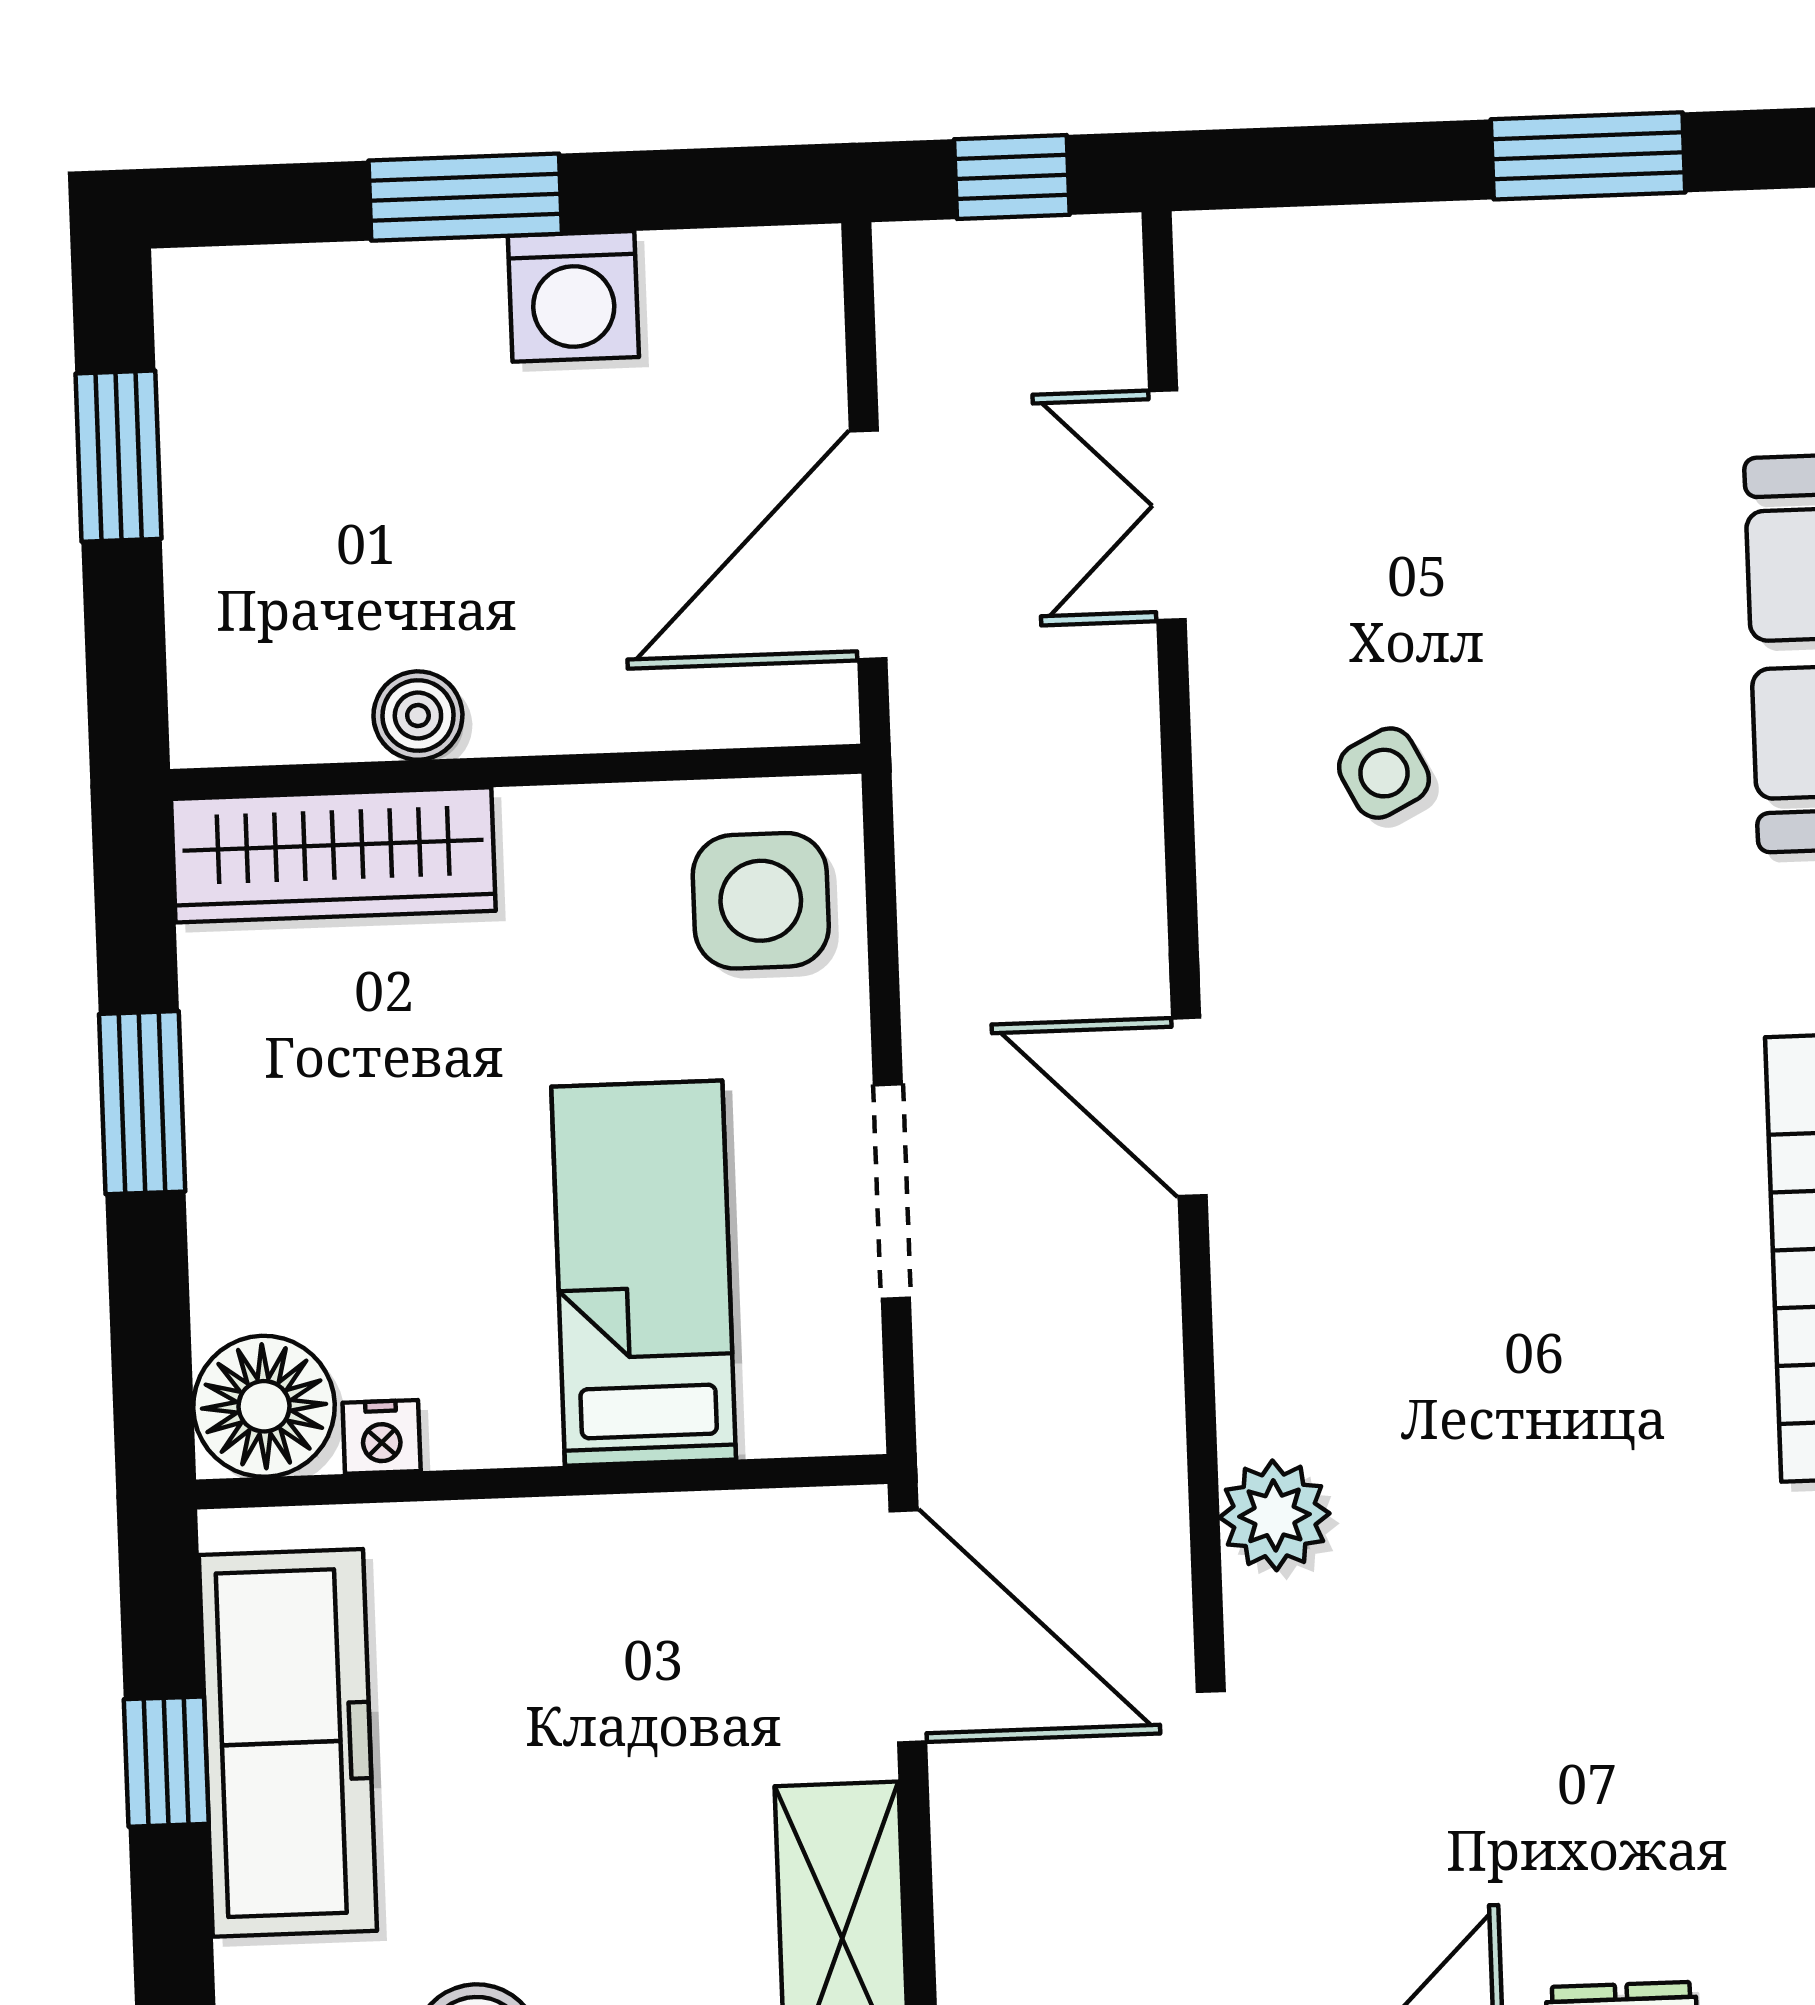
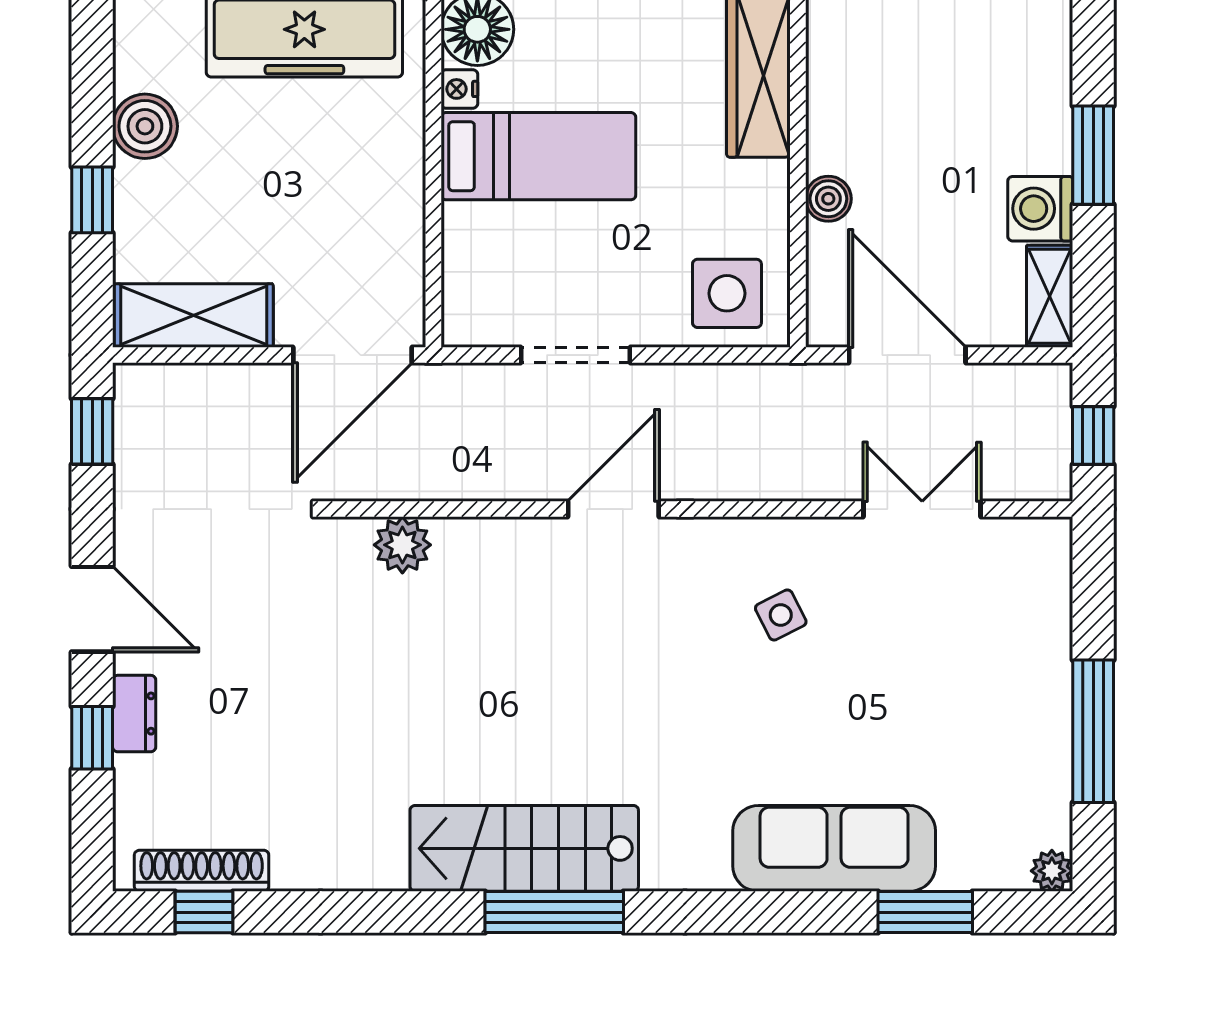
window: (1588, 156) -> (1093, 731), width x1.44
shelving: (743, 272) -> (1050, 296), added
boiler: (418, 716) -> (828, 199), moved
bed: (644, 1273) -> (538, 156), moved

